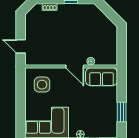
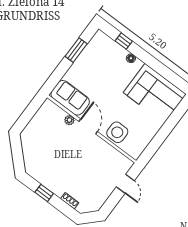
side table: (42, 85) -> (117, 132), moved

